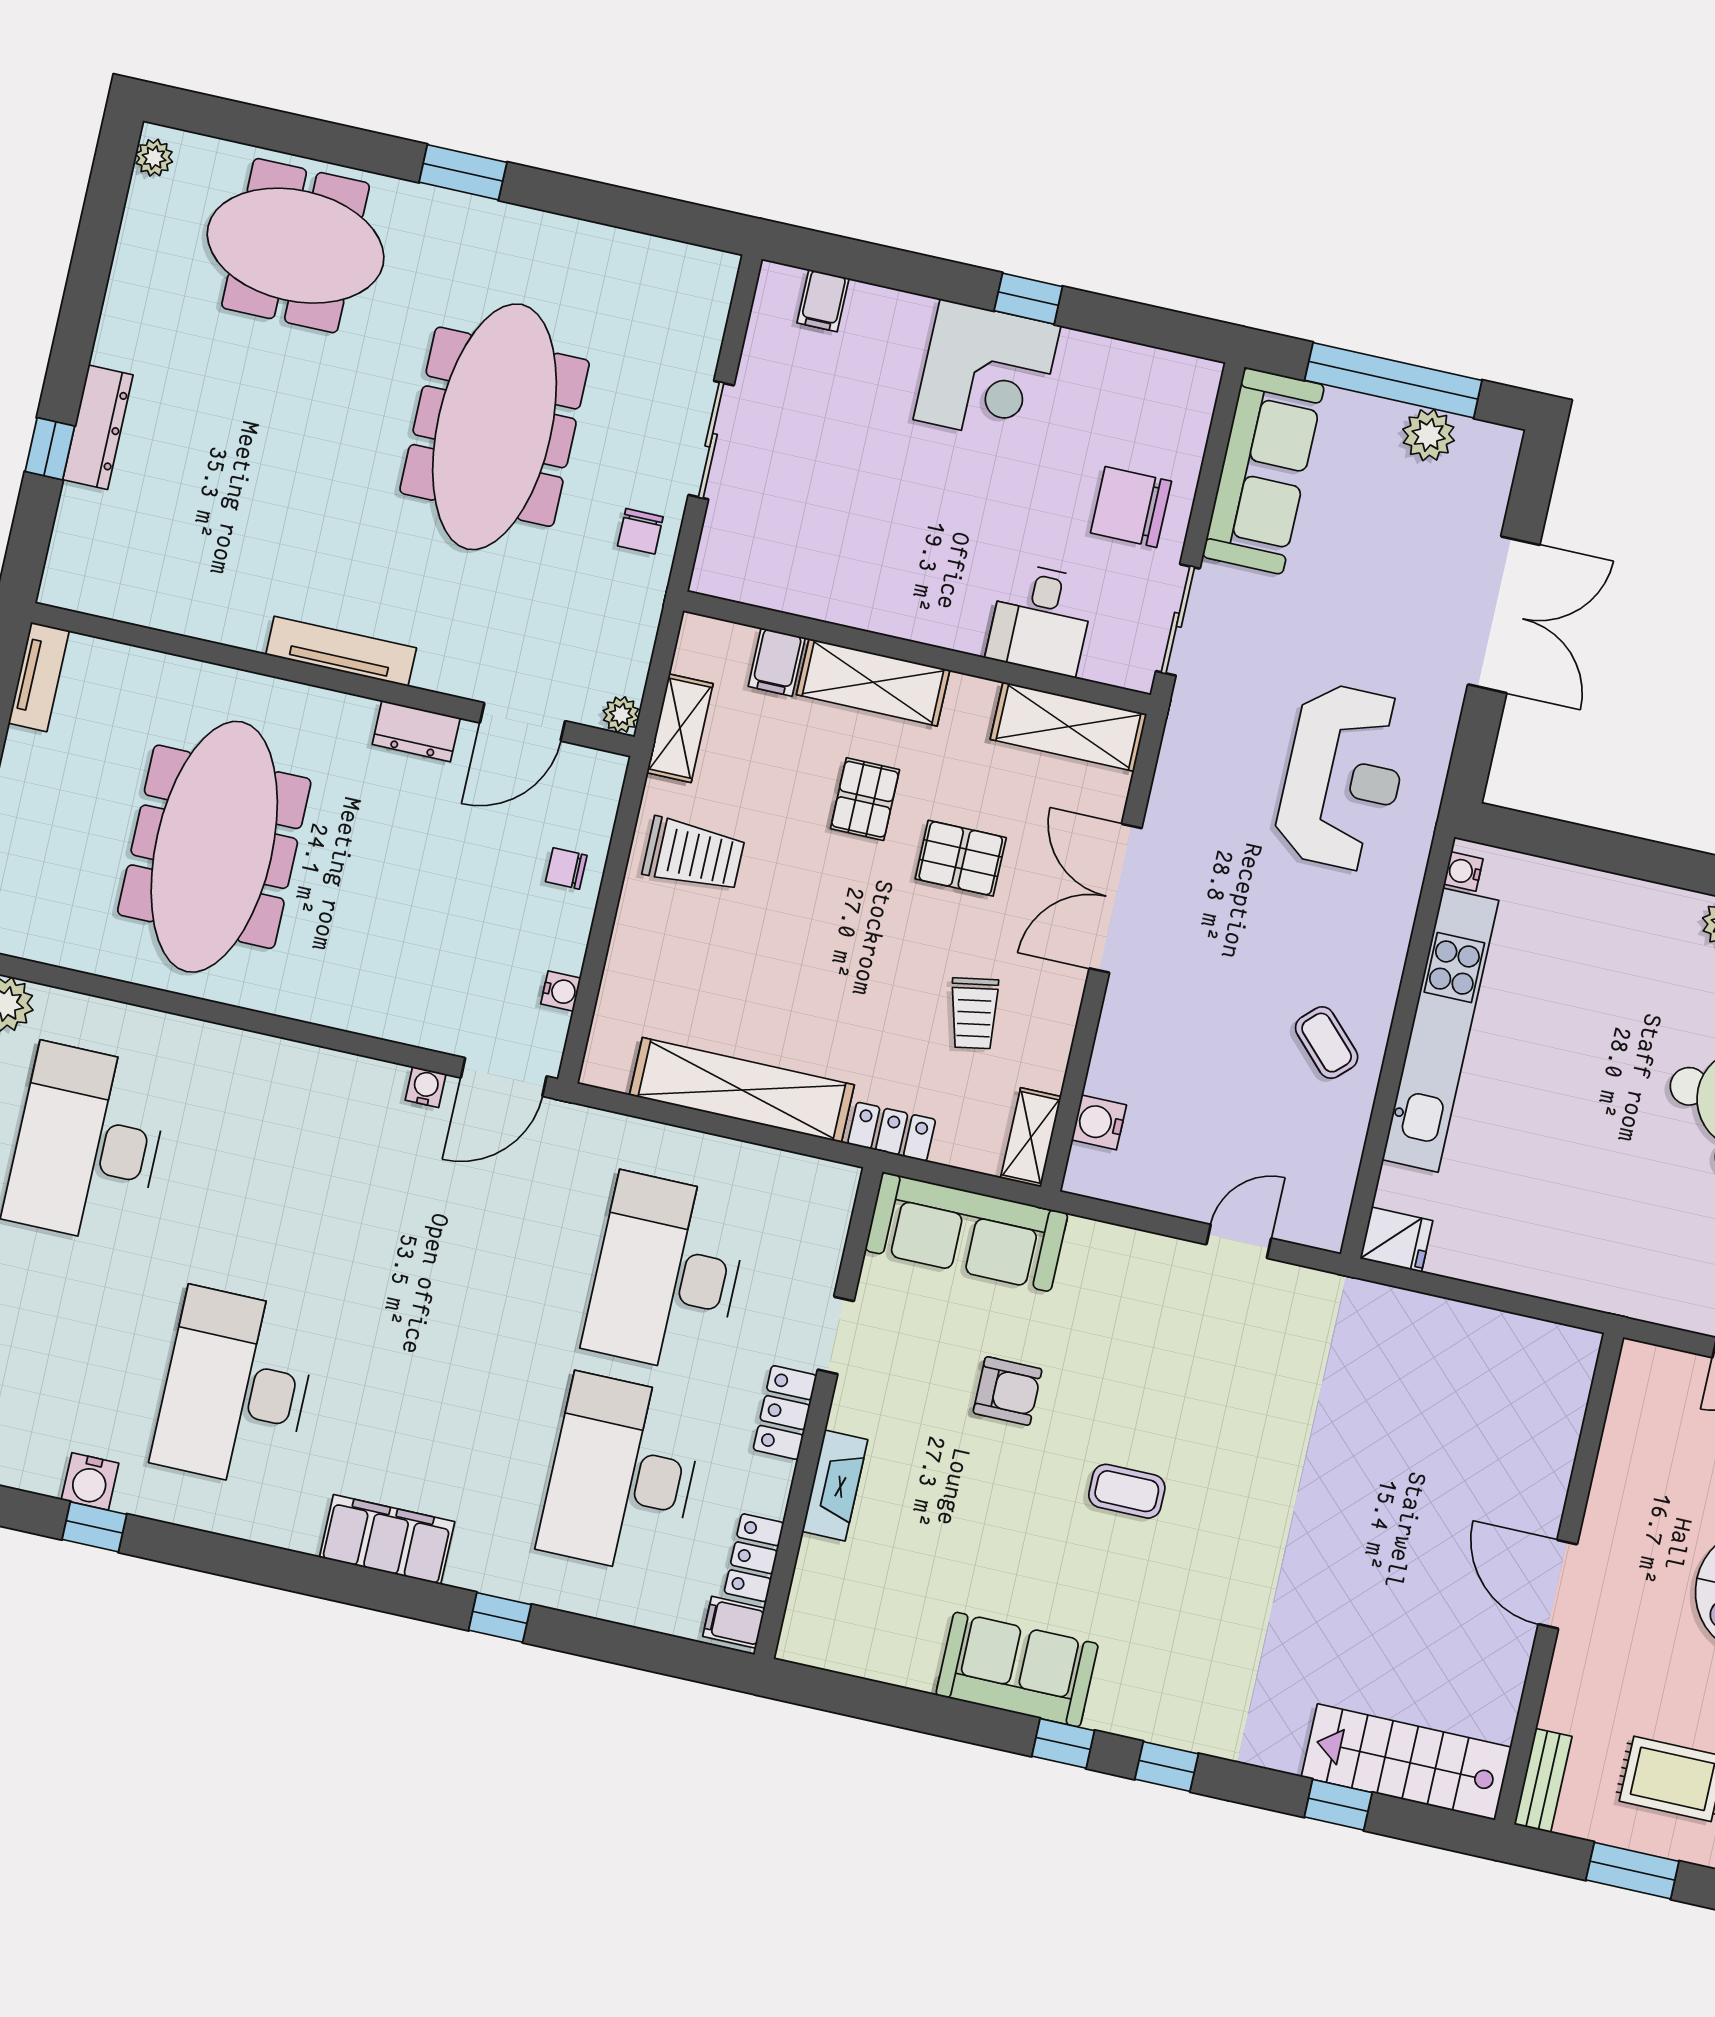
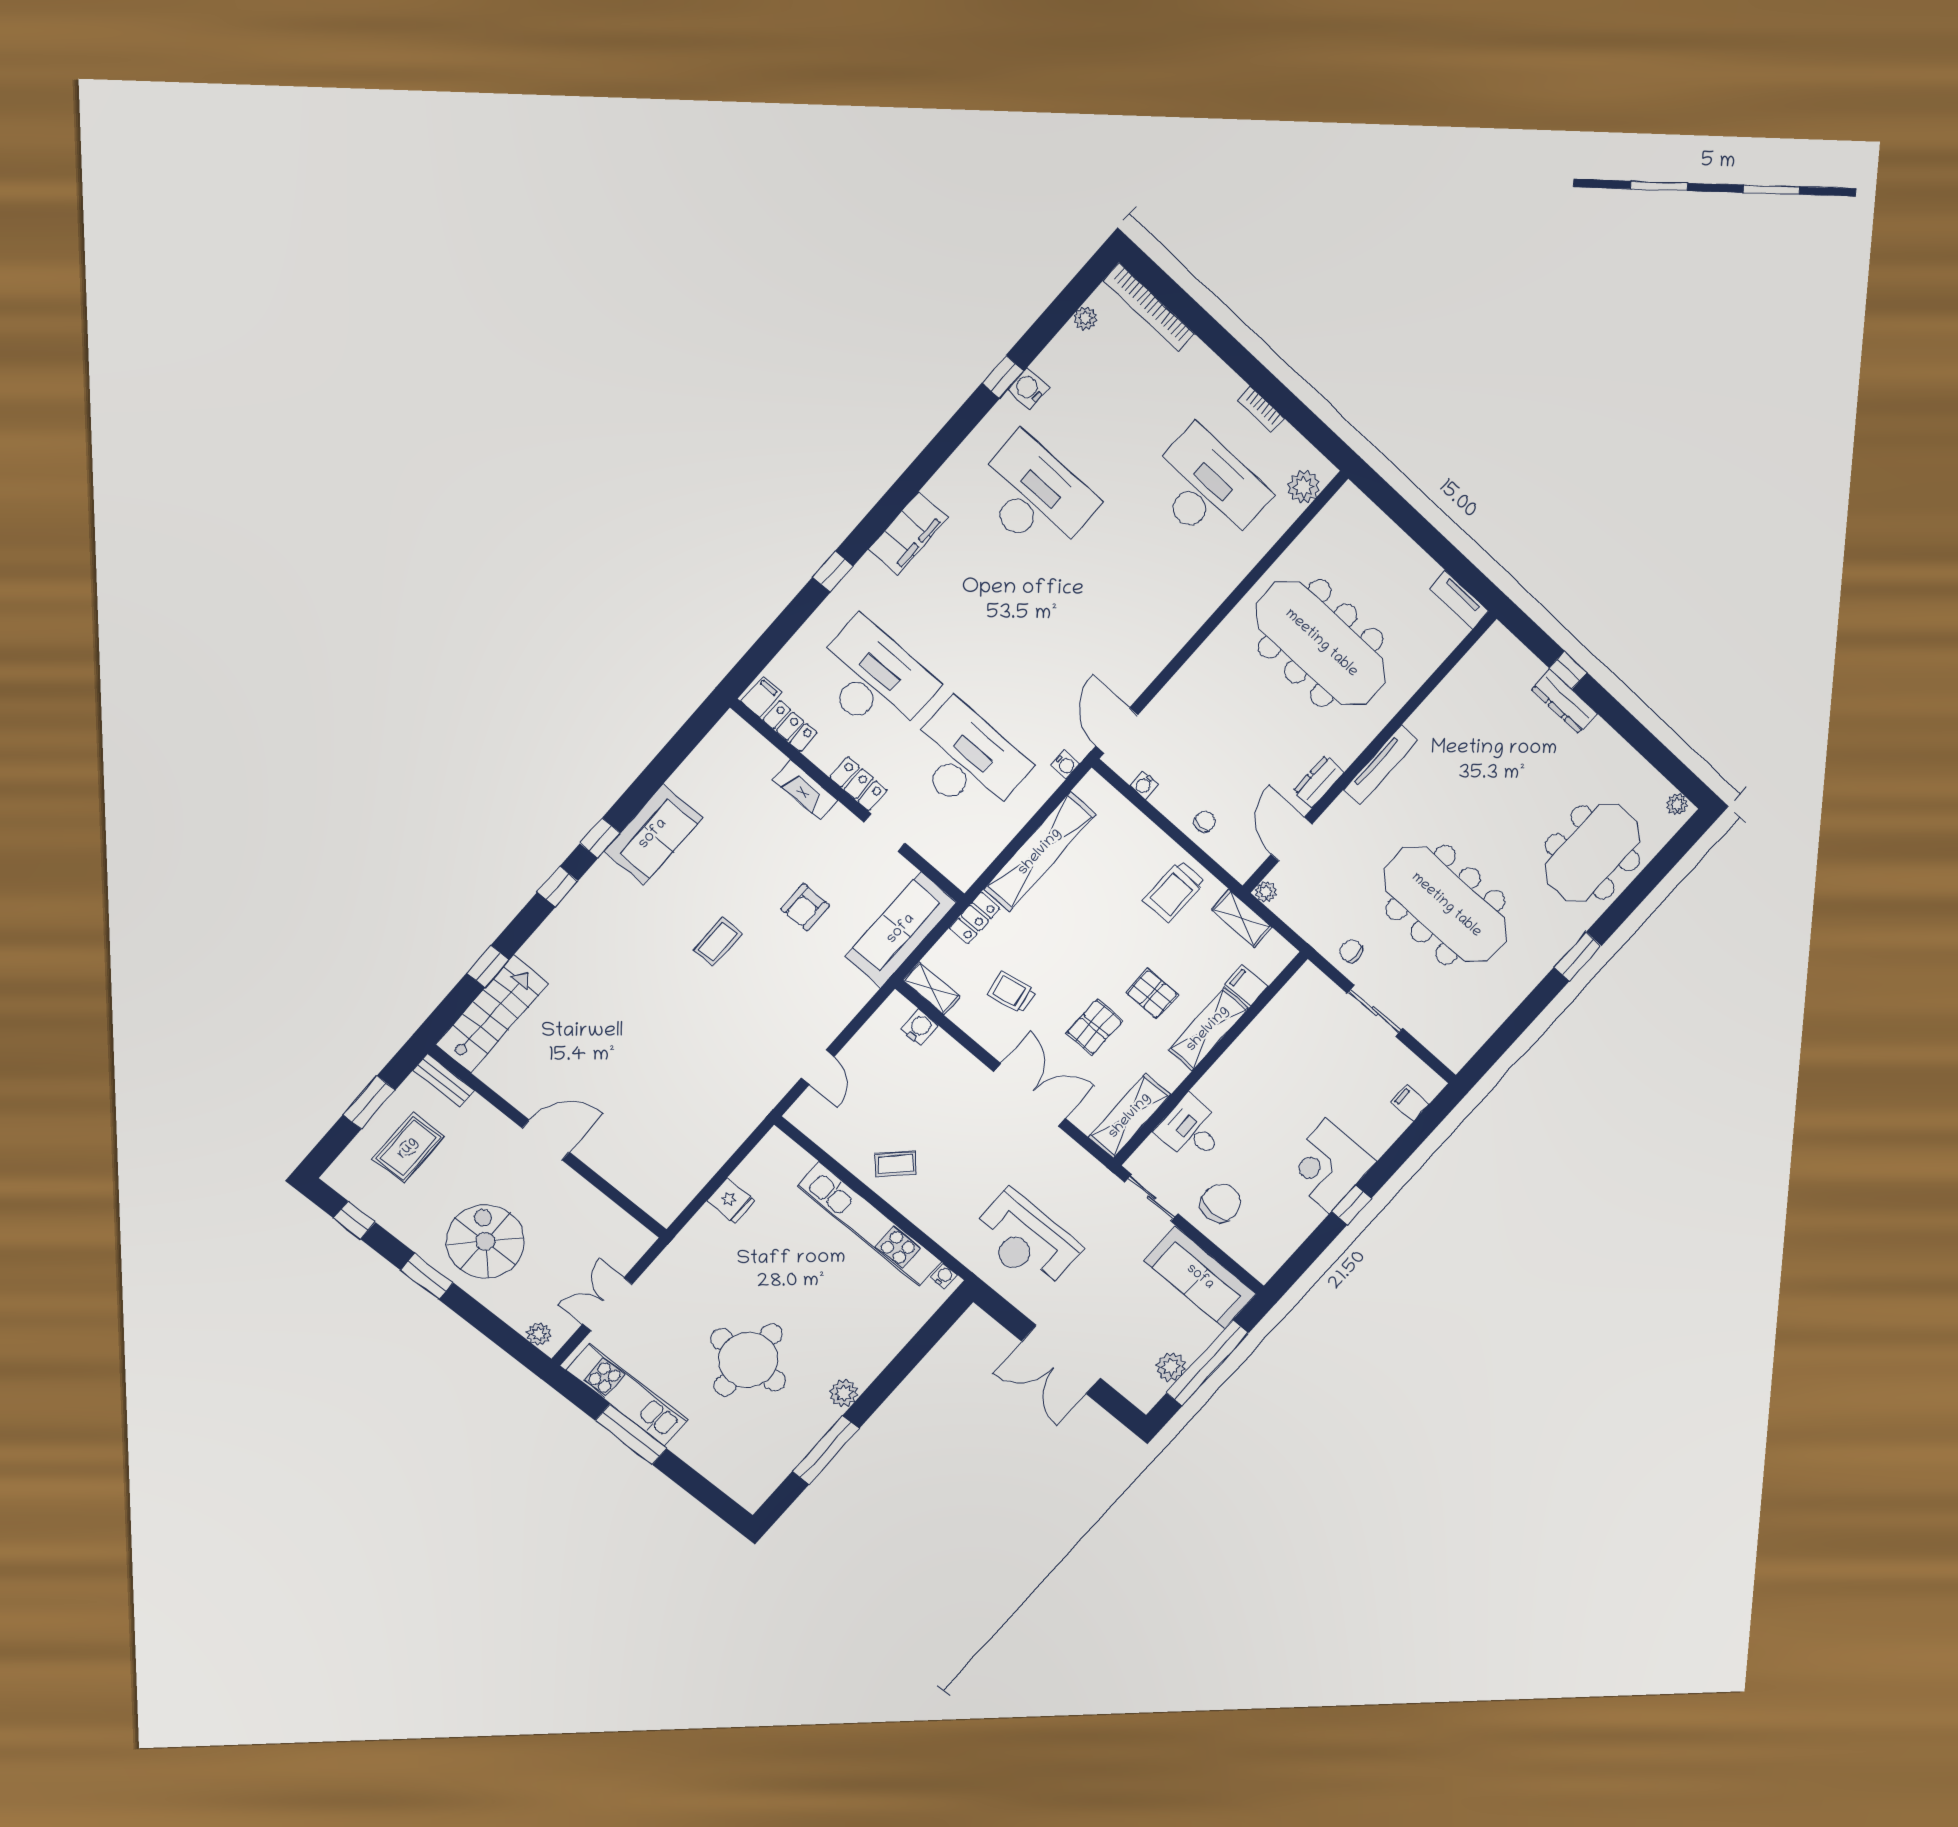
water cooler: (426, 1087) -> (1065, 765), moved
fridge: (1396, 1240) -> (731, 1201), moved, turned -90

